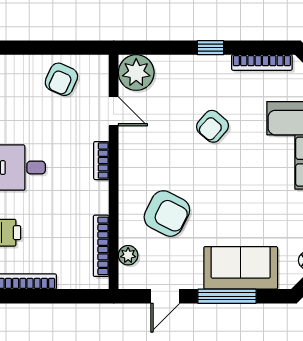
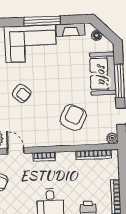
door: (114, 111) -> (16, 151), hinge flipped
plant: (128, 255) -> (112, 138), moved

